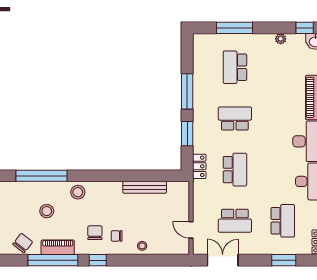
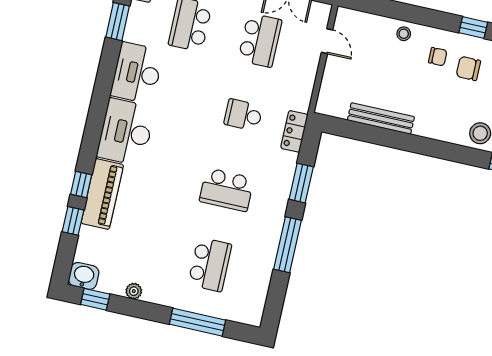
school desk: (235, 170) -> (243, 115), width x0.54
school desk: (235, 221) -> (260, 40), turned 90
chair: (95, 233) -> (468, 68), turned 90

